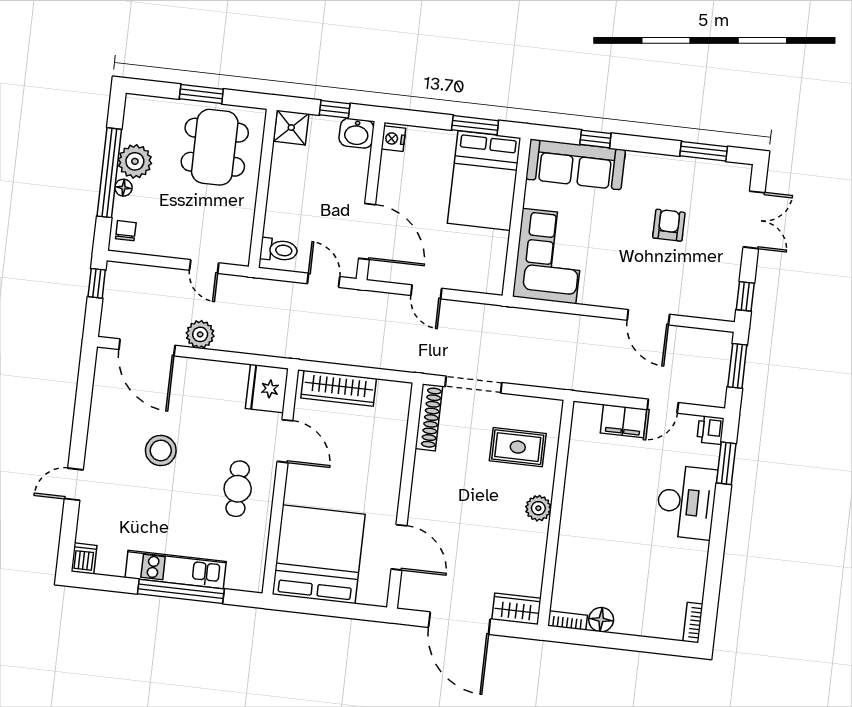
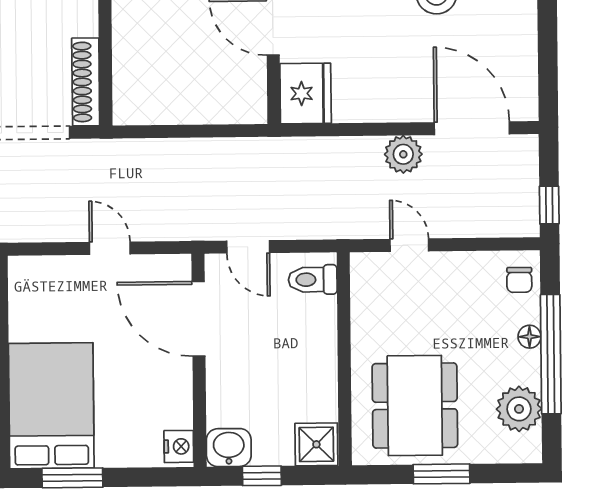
plant: (135, 161) -> (519, 409), moved
wardrobe: (339, 388) -> (210, 106), removed

